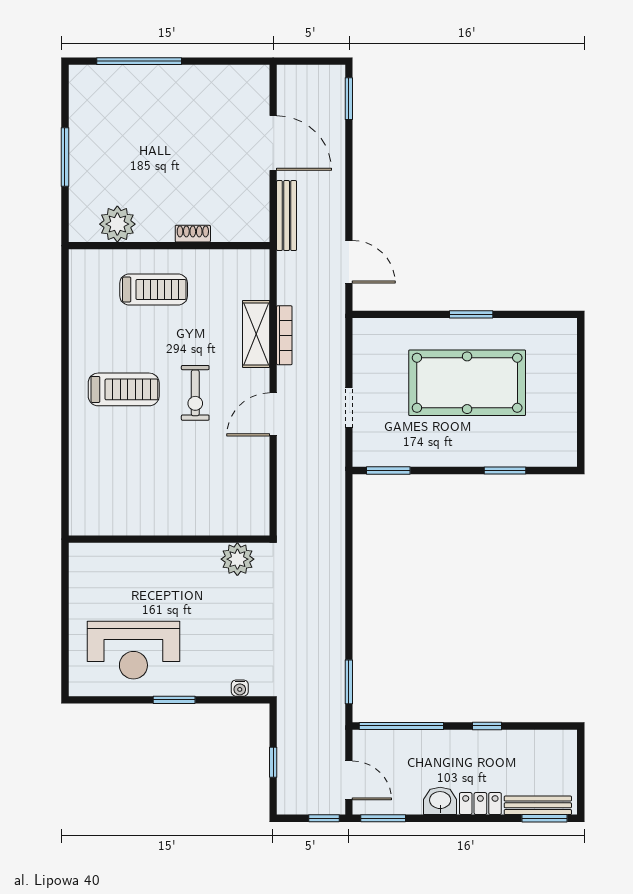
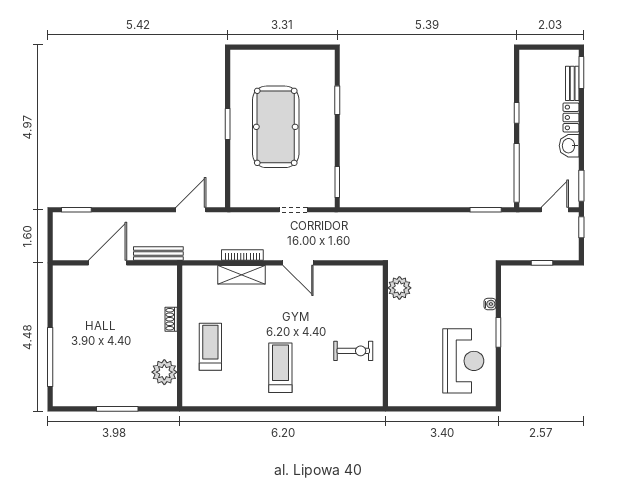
exercise bike: (195, 393) -> (353, 351), moved
water cooler: (240, 688) -> (490, 304), moved
bench: (538, 805) -> (572, 83), width x0.73

